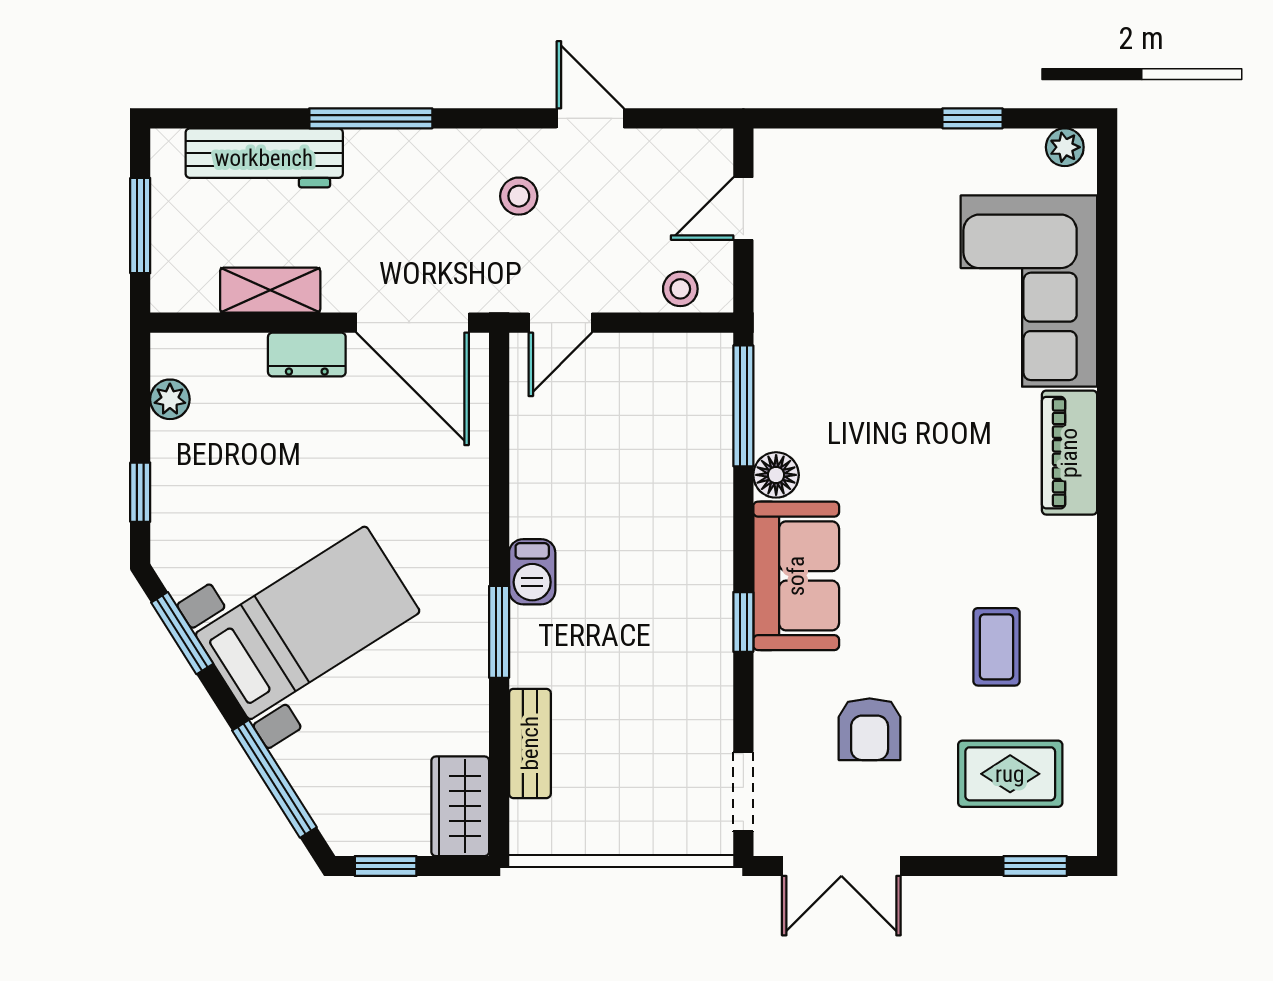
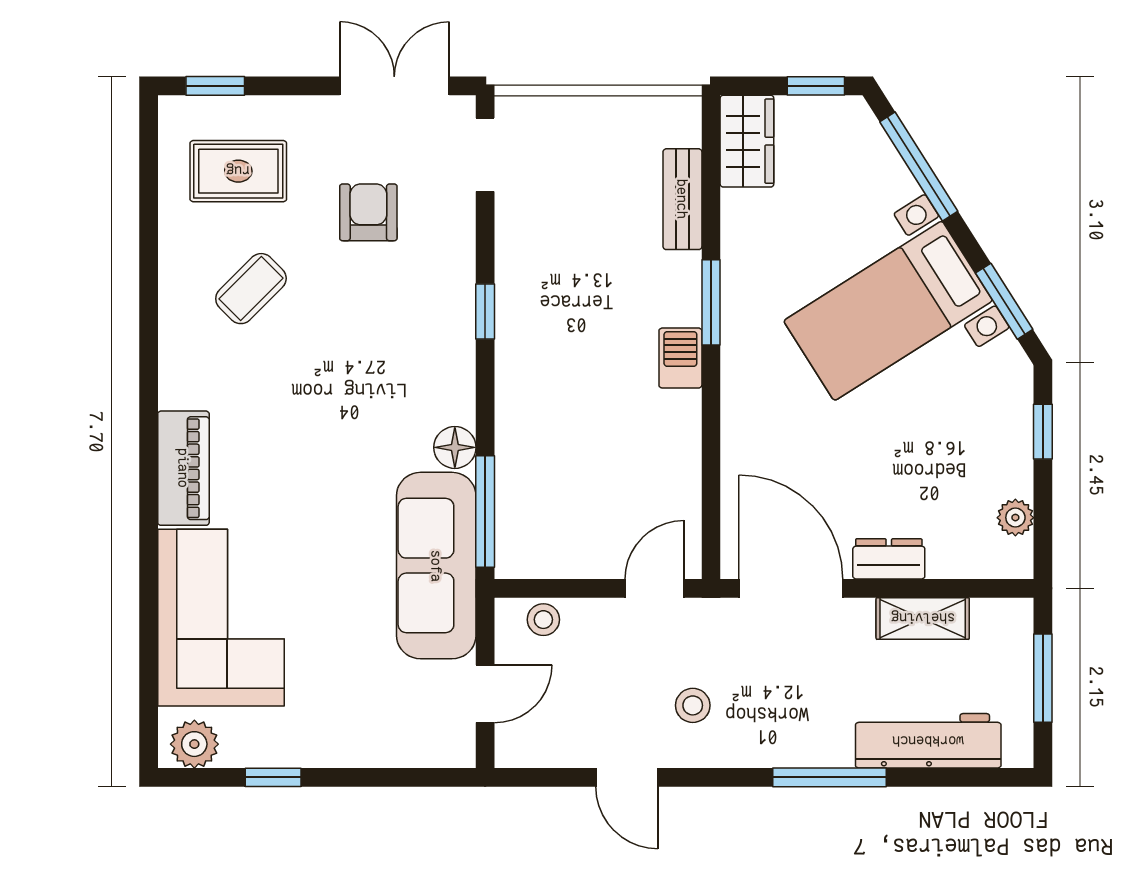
plant: (1065, 147) -> (194, 744), width x1.38, depth x1.38
sofa: (796, 576) -> (436, 566), moved, width x1.36
coffee table: (996, 647) -> (251, 289), turned 45

